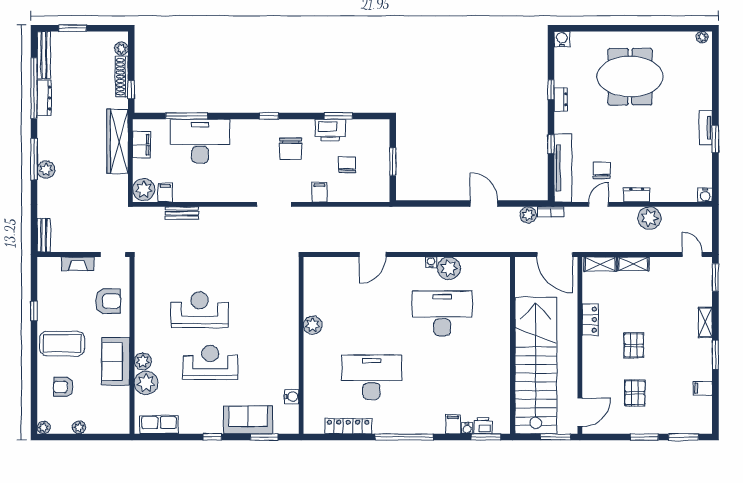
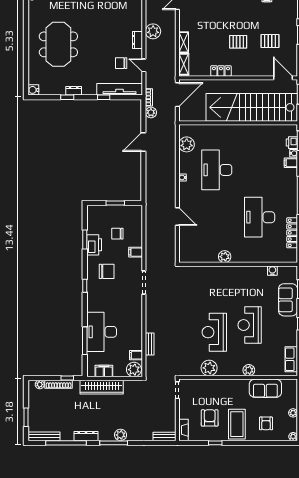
dresser: (44, 98) -> (86, 436), moved
fireplace: (78, 264) -> (184, 430), moved
plant: (449, 268) -> (187, 144), moved
armchair: (108, 301) -> (210, 418), moved
sofa: (116, 361) -> (265, 388), moved
plant: (146, 383) -> (209, 368), moved

